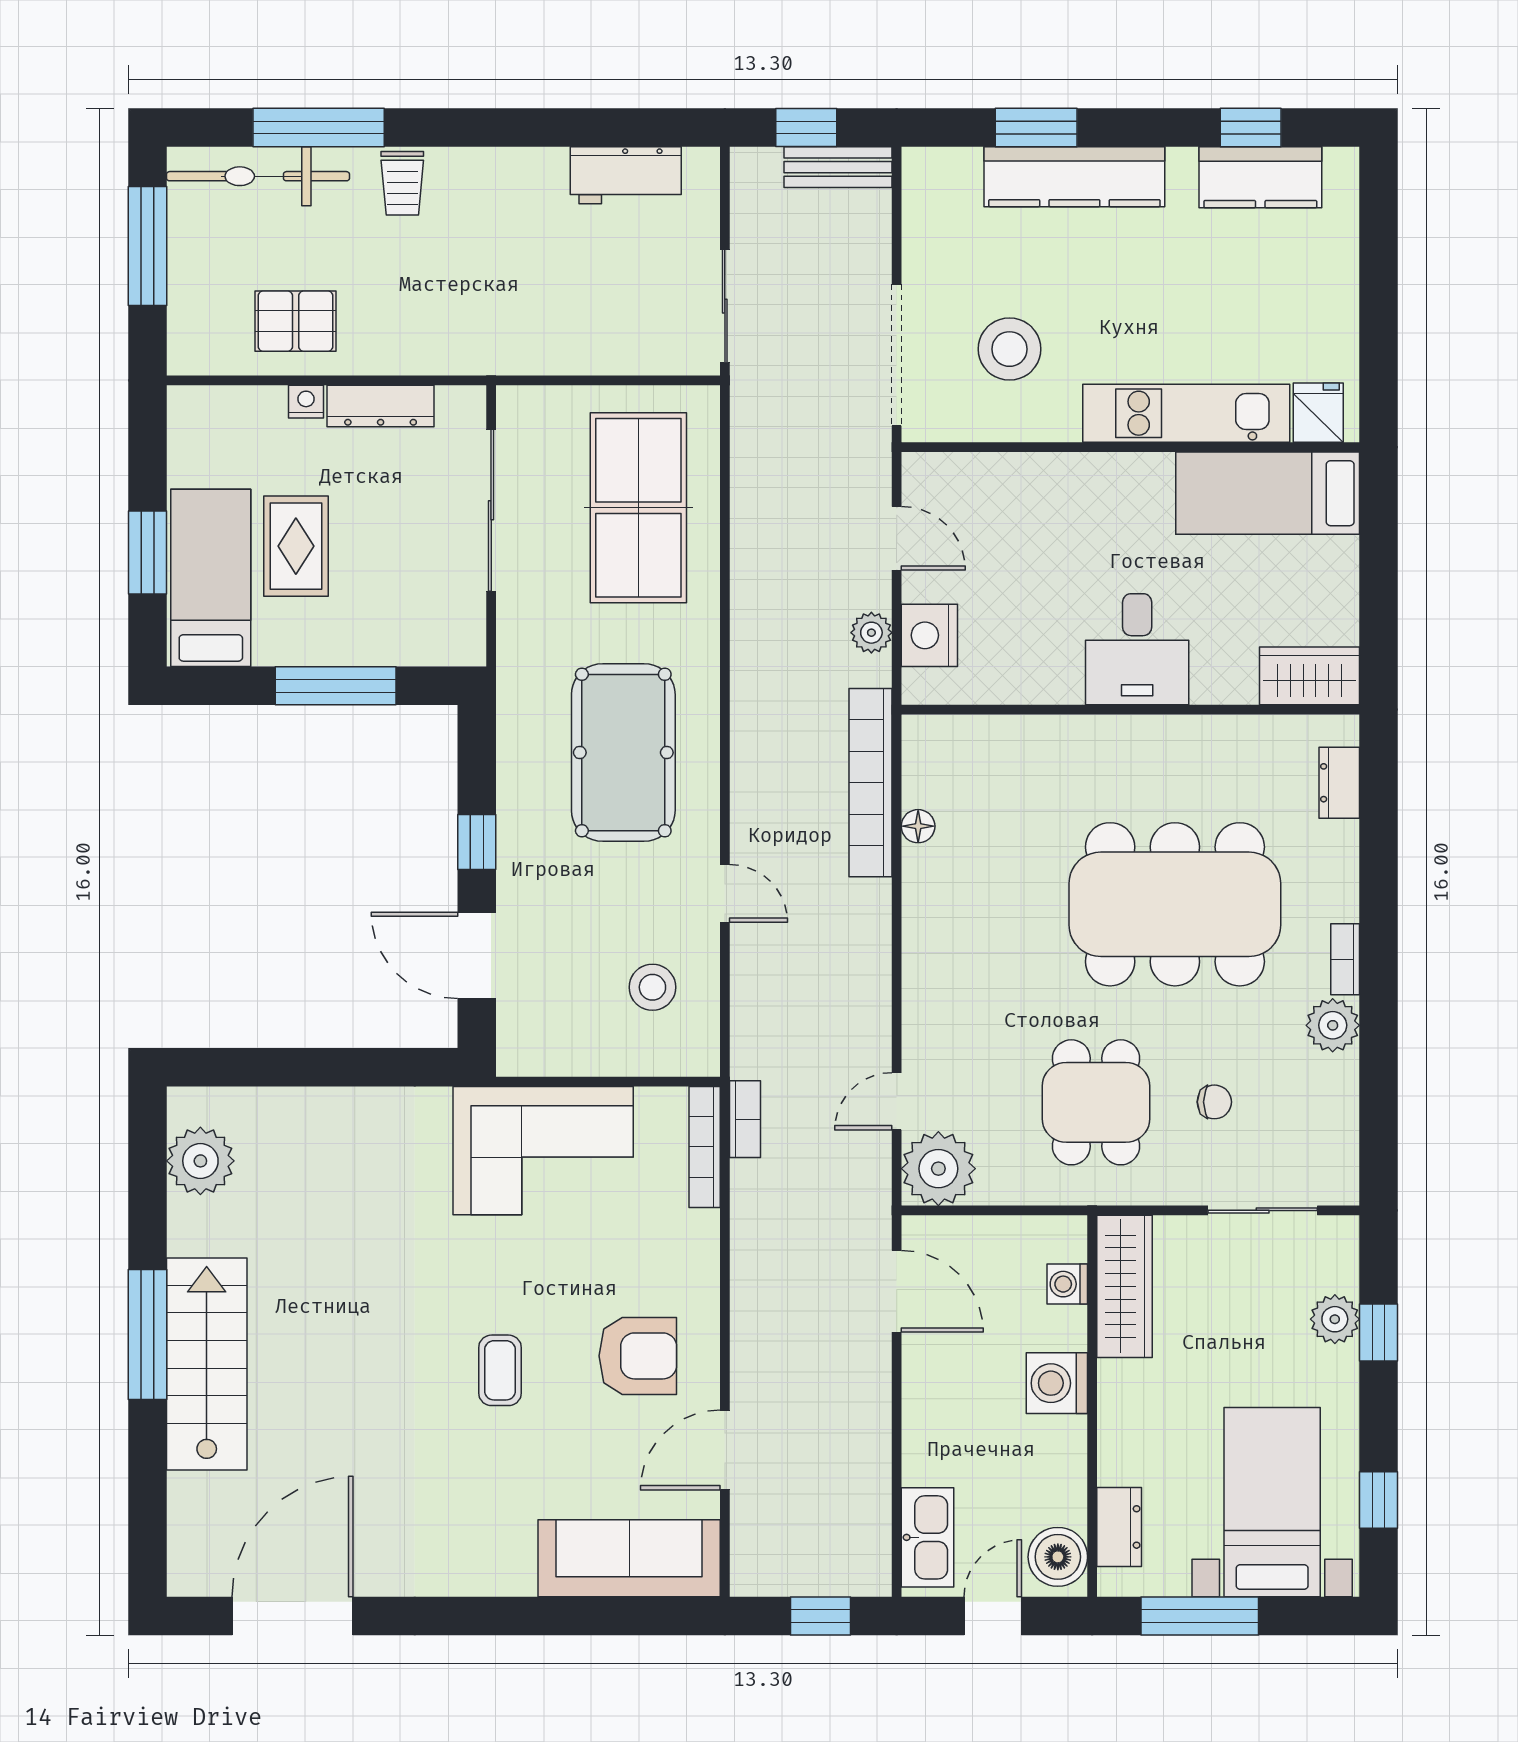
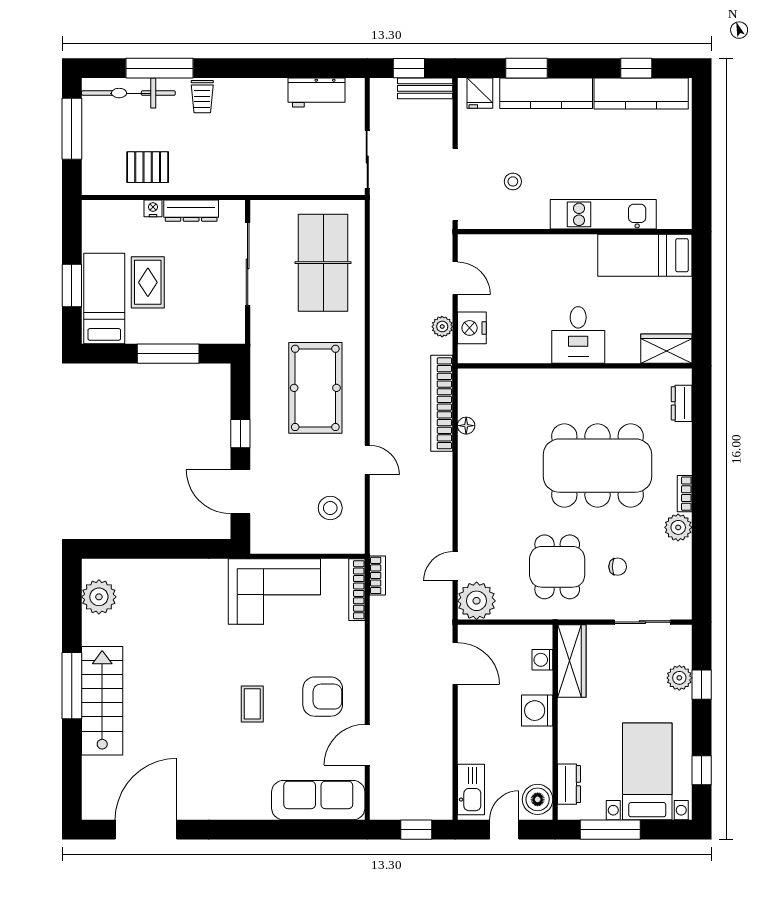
kitchen counter: (1260, 177) -> (641, 94), width x1.50
stool: (1010, 349) -> (513, 181), width x0.53, depth x0.53
fridge: (1318, 413) -> (480, 93), moved, turned 180

